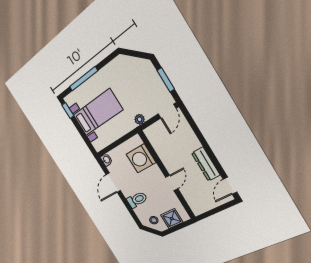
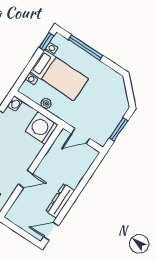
door: (167, 111) -> (80, 136), moved
plant: (140, 119) -> (46, 103), moved
washing machine: (141, 158) -> (42, 128), moved

